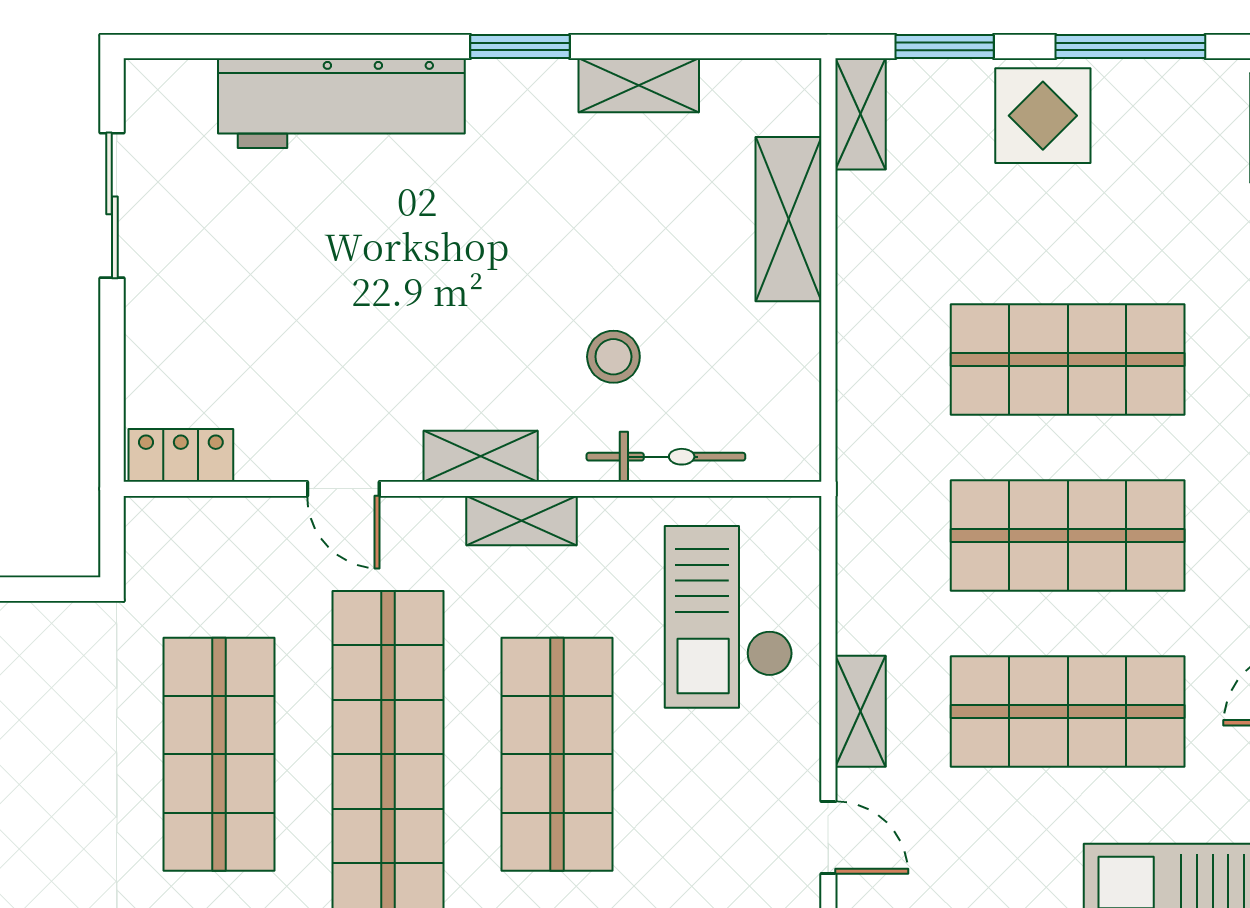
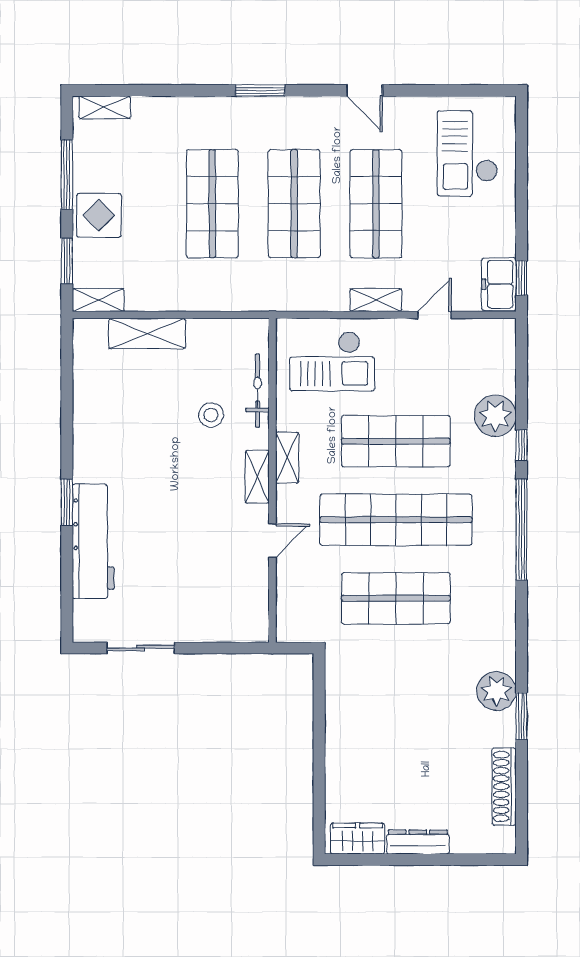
window: (520, 47) -> (67, 502), moved
shelving: (639, 85) -> (85, 403), removed
locker: (181, 455) -> (257, 616), removed

